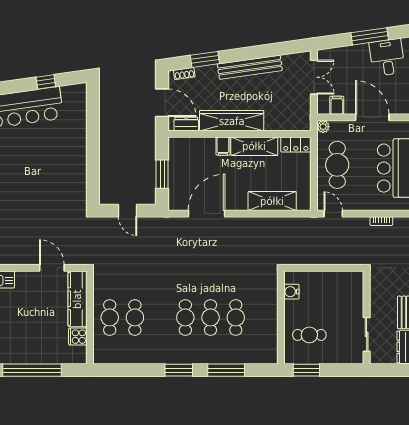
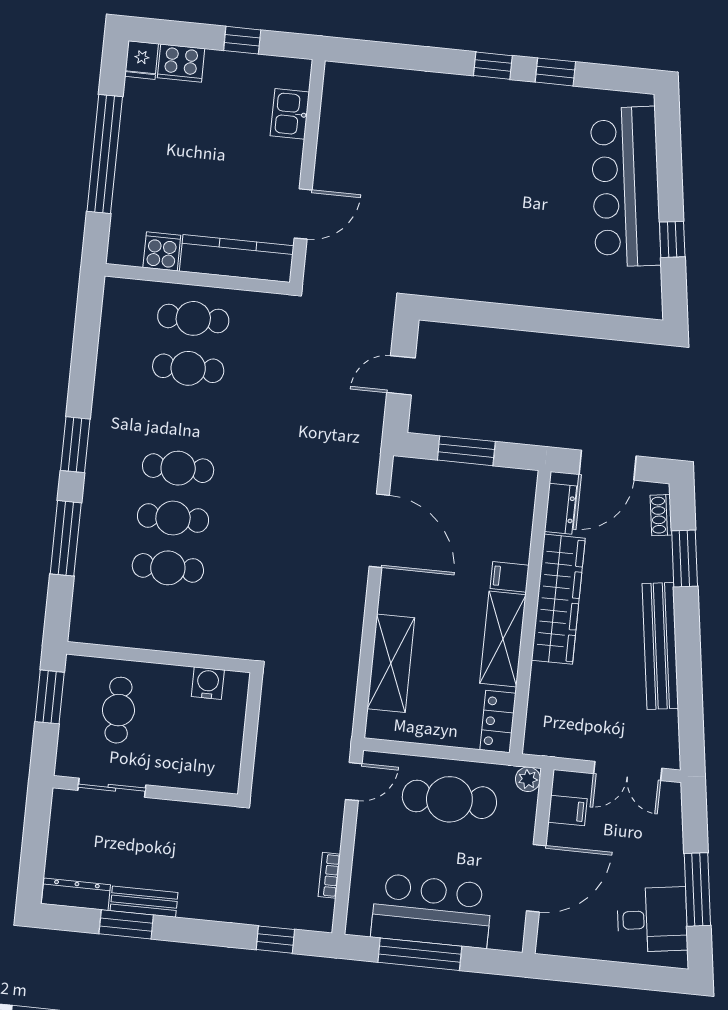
wall: (367, 317) -> (145, 791), moved
sliding door: (367, 334) -> (112, 788), moved

